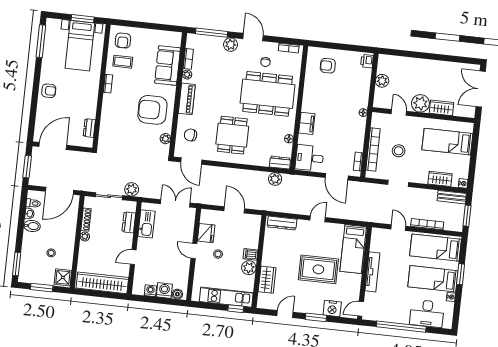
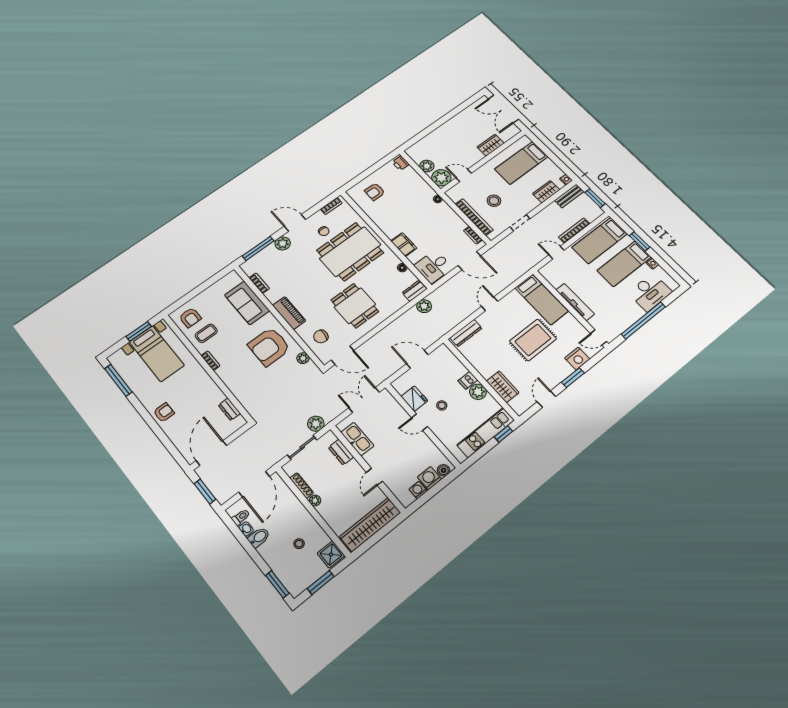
plant: (187, 75) -> (270, 295), removed
plant: (420, 103) -> (441, 178), moved
door: (361, 309) -> (598, 337), hinge flipped

